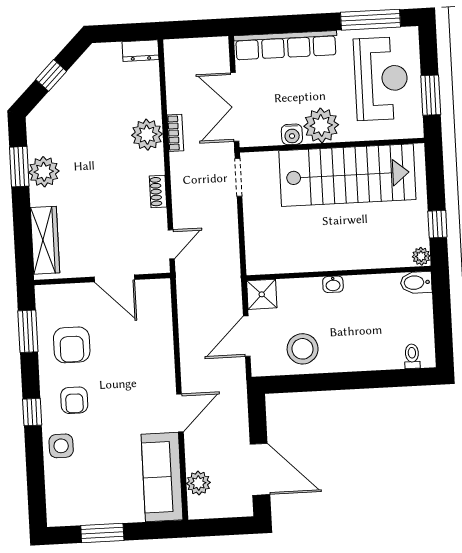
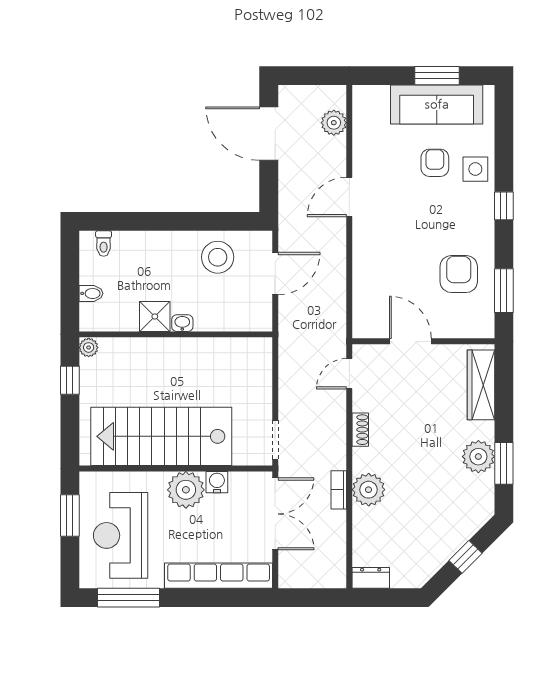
bidet: (416, 282) -> (91, 293), moved, width x0.72, depth x0.74
shower: (262, 294) -> (155, 316), moved
armchair: (74, 400) -> (435, 163), moved
sofa: (162, 477) -> (437, 104), moved, turned 90

